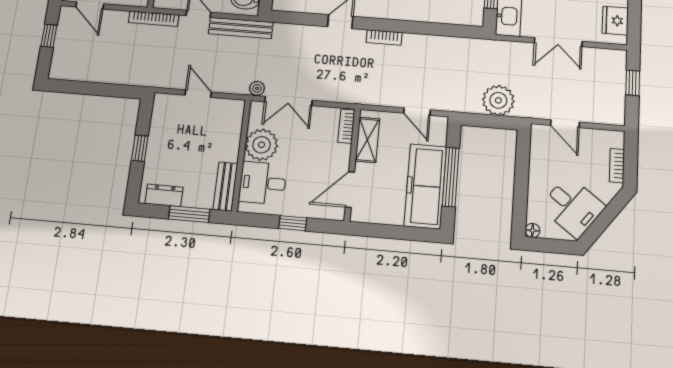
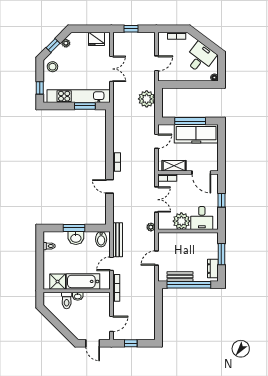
double door: (288, 101) -> (156, 200), moved
window: (140, 148) -> (189, 285), width x3.17
bench: (225, 186) -> (180, 277), moved

